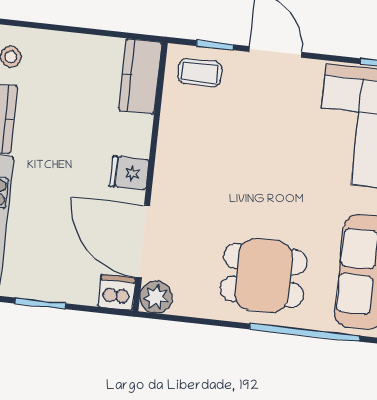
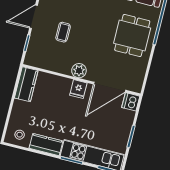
coffee table: (200, 72) -> (63, 32), moved
kitchen counter: (140, 76) -> (26, 84), moved, turned -90
plant: (156, 297) -> (79, 71), moved

